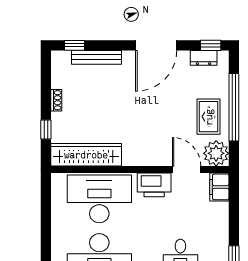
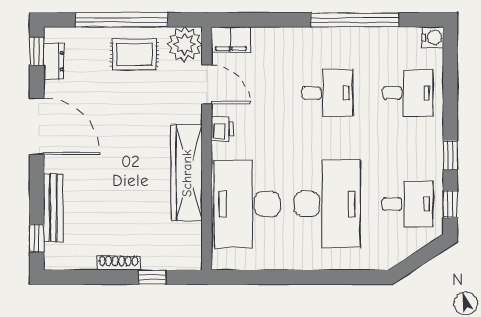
shoe rack: (56, 100) -> (118, 263), width x1.43
wardrobe: (86, 155) -> (187, 173), moved
door: (187, 169) -> (207, 84), swing flipped
printer: (154, 185) -> (222, 129), width x0.53, depth x0.68

